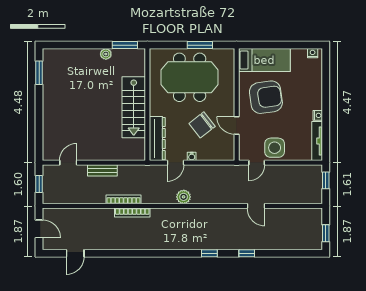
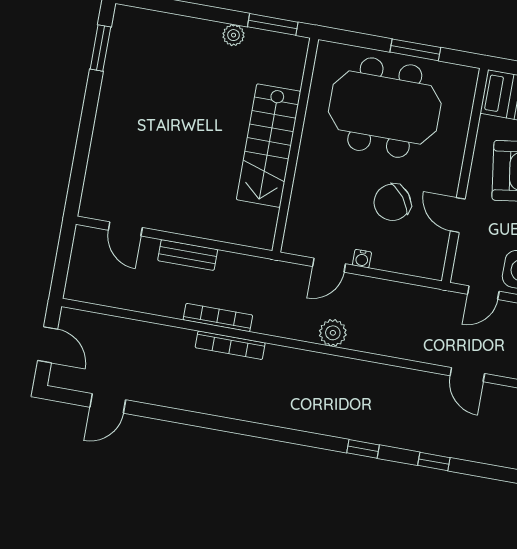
dresser: (157, 139) -> (303, 213), removed
door: (68, 163) -> (125, 229), swing flipped
window: (39, 184) -> (63, 260), removed

